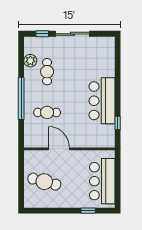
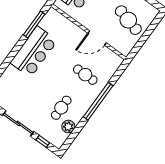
window: (118, 123) -> (34, 24), width x2.17
door: (59, 149) -> (97, 38), hinge flipped

